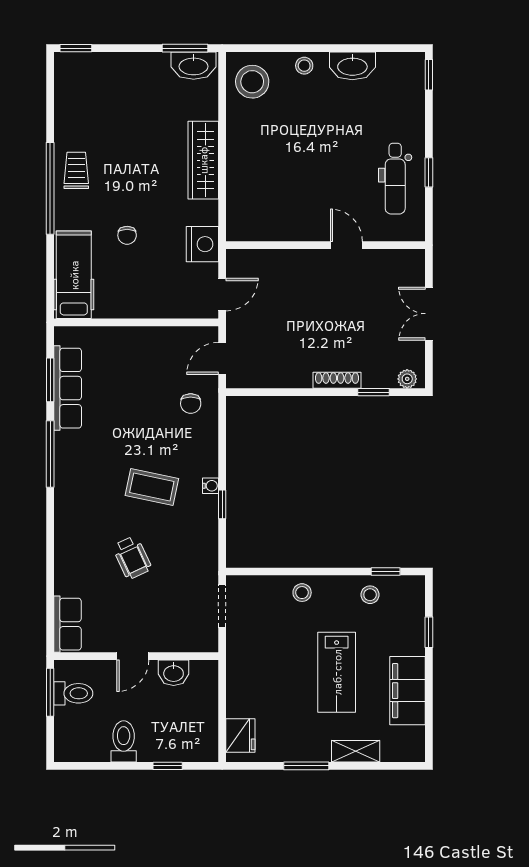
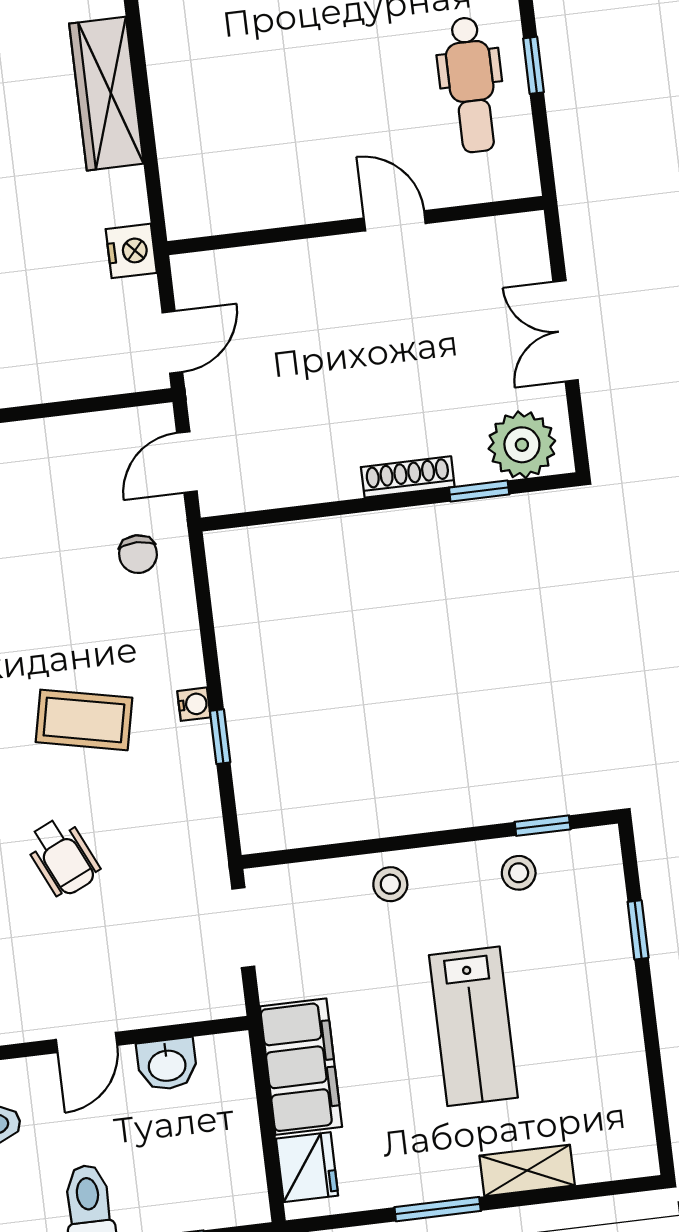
nightstand: (202, 244) -> (131, 251), width x0.74, depth x0.75
plant: (407, 379) -> (522, 445), width x1.88, depth x1.88
filing cabinet: (408, 691) -> (301, 1067), moved, turned 180

